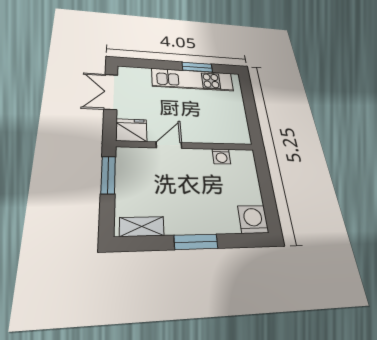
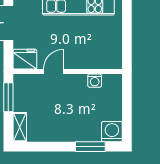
shelving: (142, 226) -> (20, 127), moved, turned 90
window: (196, 242) -> (90, 147), moved

